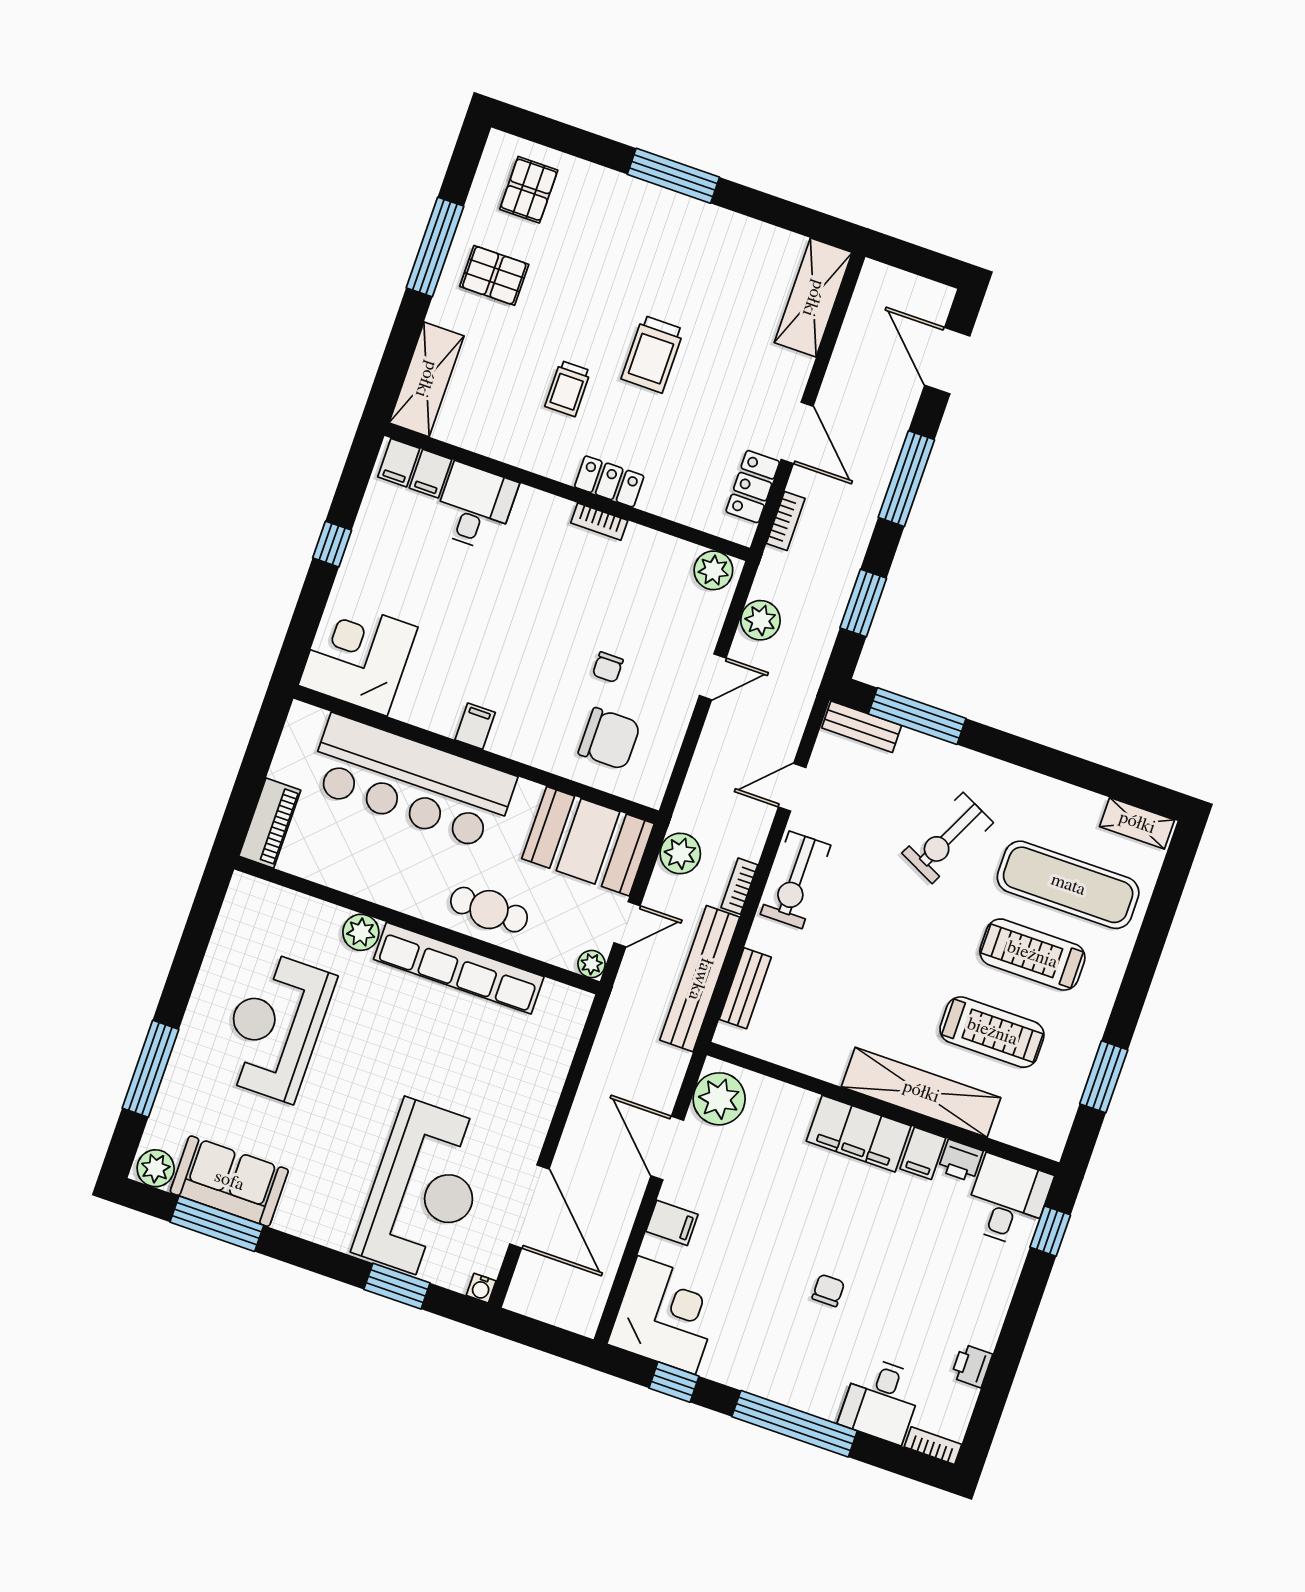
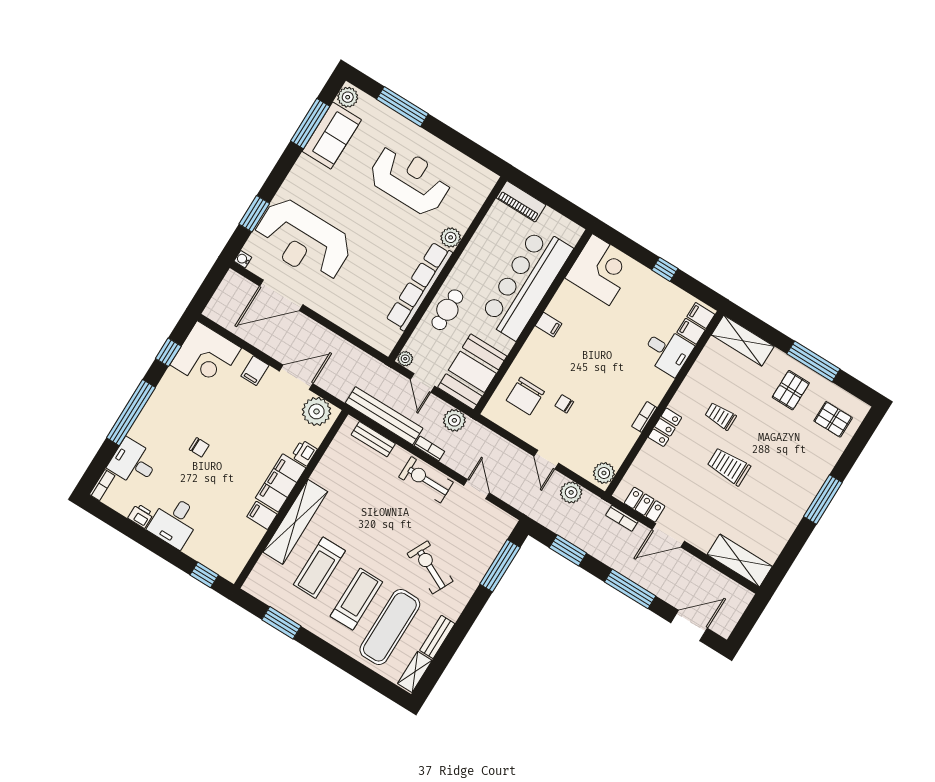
bench: (862, 727) -> (437, 637), moved
printer: (960, 1161) -> (304, 453), moved
desk: (1008, 1201) -> (174, 522), moved, turned 90

